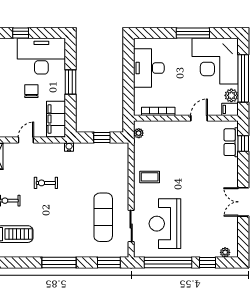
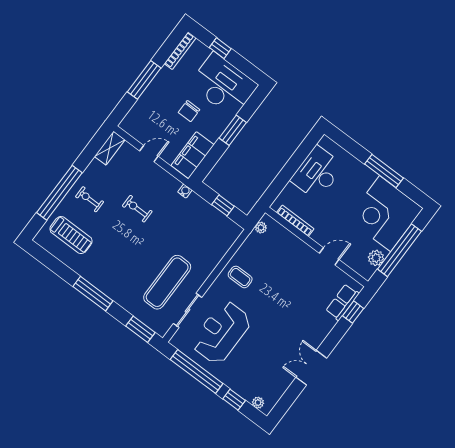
chair: (31, 91) -> (189, 111), turned 180
filing cabinet: (230, 109) -> (365, 270), removed

